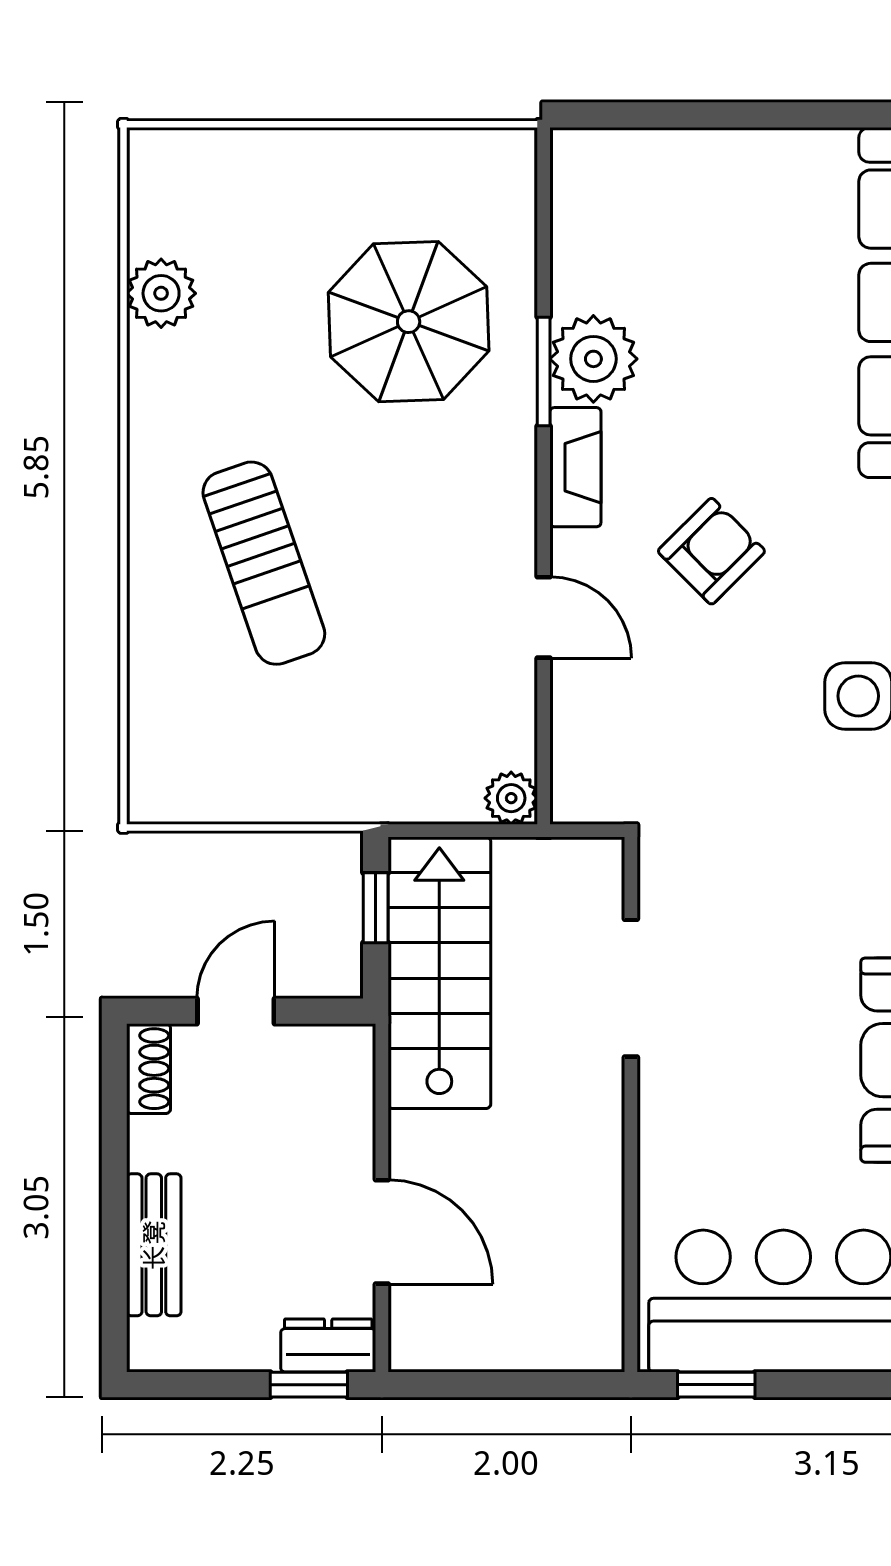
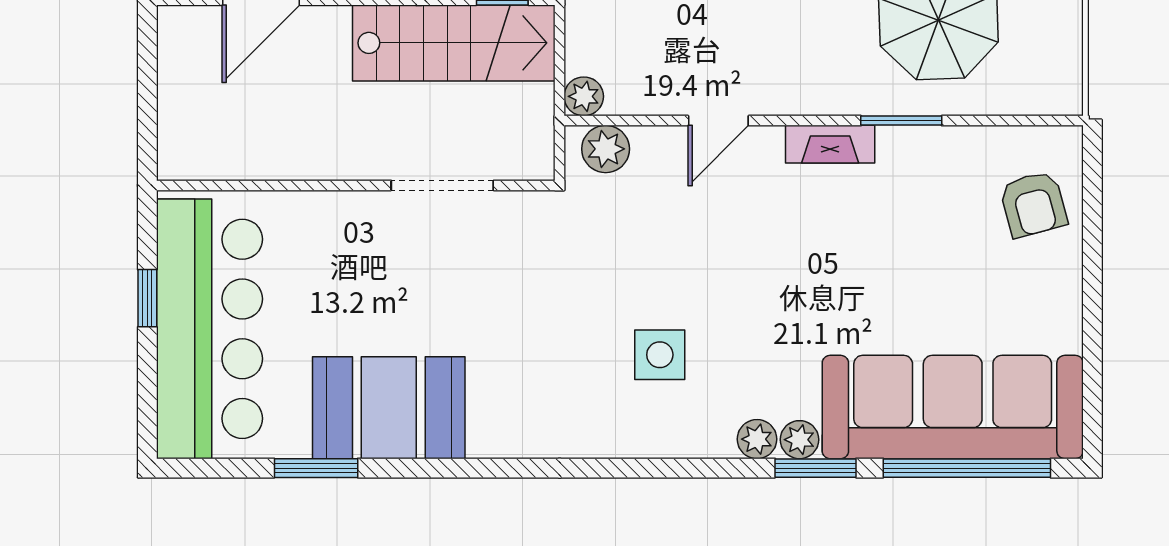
plant: (593, 359) -> (606, 149), moved, width x0.73, depth x0.73
armchair: (711, 551) -> (1033, 204), moved, turned 30
window: (716, 1385) -> (147, 298), moved

